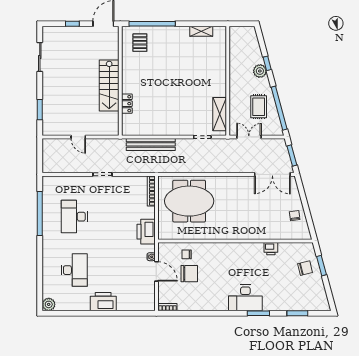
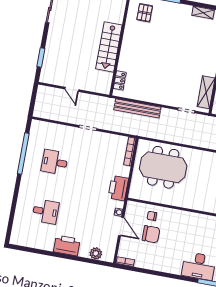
locker: (127, 104) -> (120, 80), moved
desk: (74, 217) -> (55, 162), width x0.73
desk: (74, 270) -> (46, 212), width x0.73
plant: (49, 304) -> (96, 253), moved

